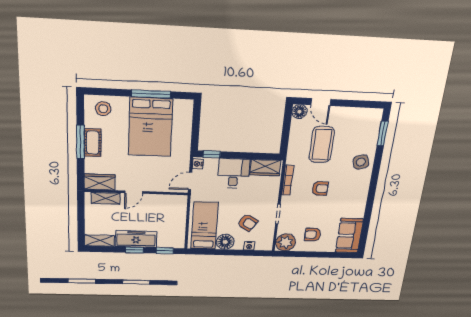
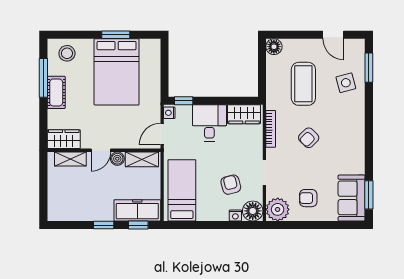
window: (151, 94) -> (116, 35), width x0.69
door: (321, 102) -> (333, 35), moved
window: (80, 142) -> (43, 78), moved
side table: (361, 162) -> (346, 83), moved
armchair: (320, 189) -> (309, 138), turned 135
boiler: (148, 199) -> (117, 159), added
armchair: (248, 223) -> (231, 185), turned -138
window: (364, 234) -> (369, 195), added
freezer: (136, 239) -> (137, 210), moved
shelving: (100, 241) -> (142, 159), moved
floor lamp: (225, 242) -> (253, 211), moved

